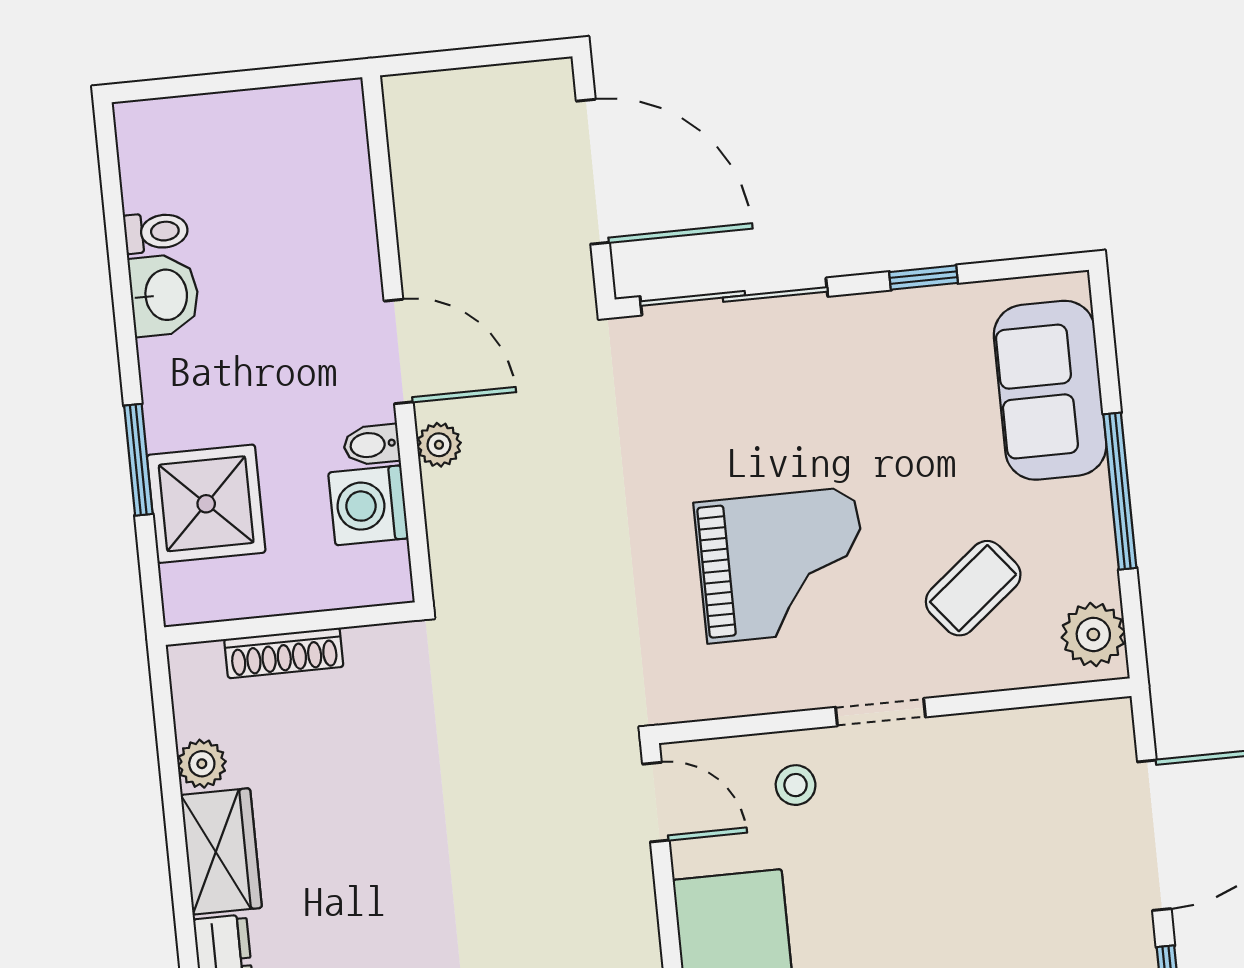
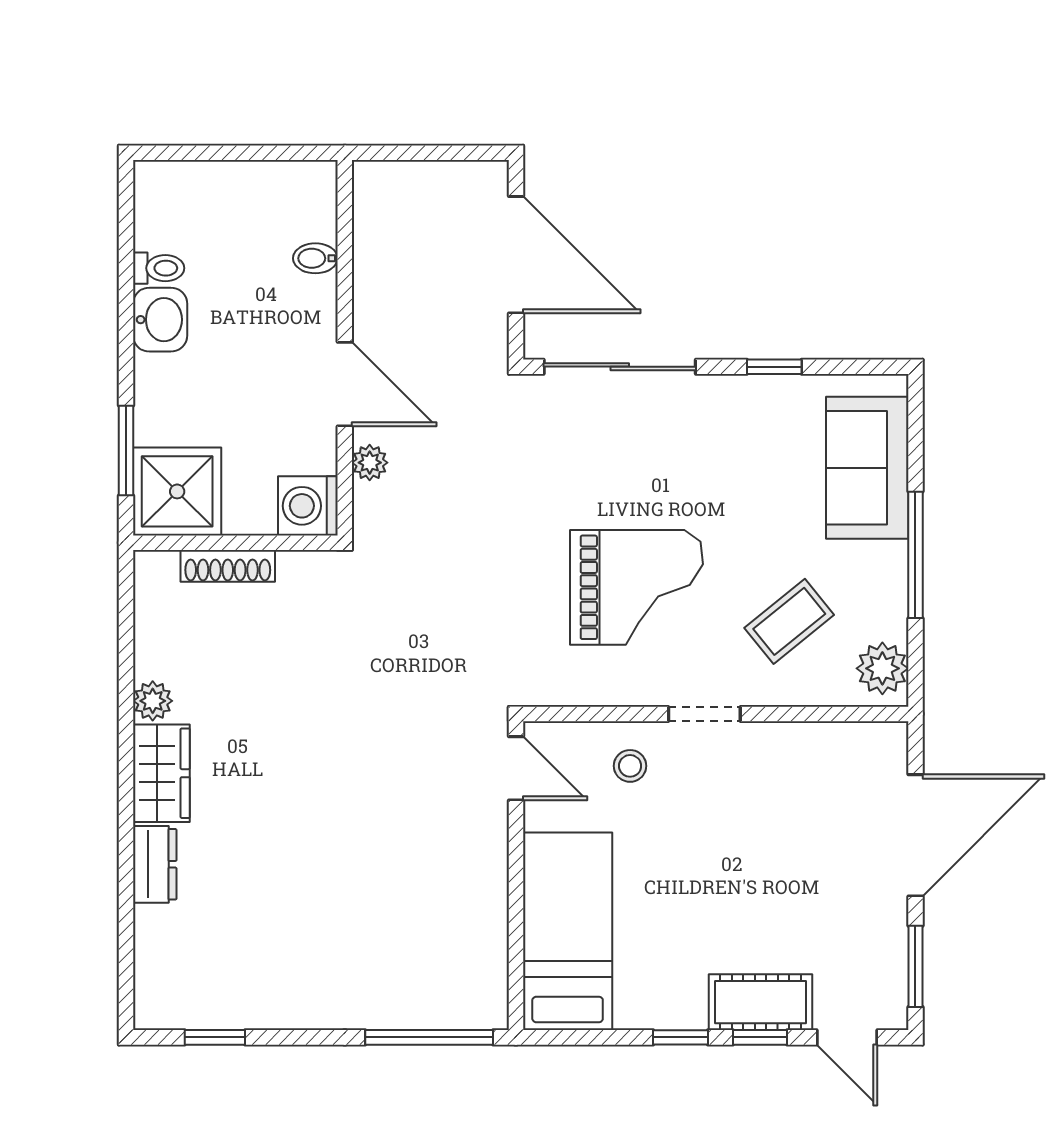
bidet: (372, 445) -> (315, 258), moved
wall: (290, 624) -> (235, 543), moved
shoe rack: (284, 653) -> (228, 566), moved

